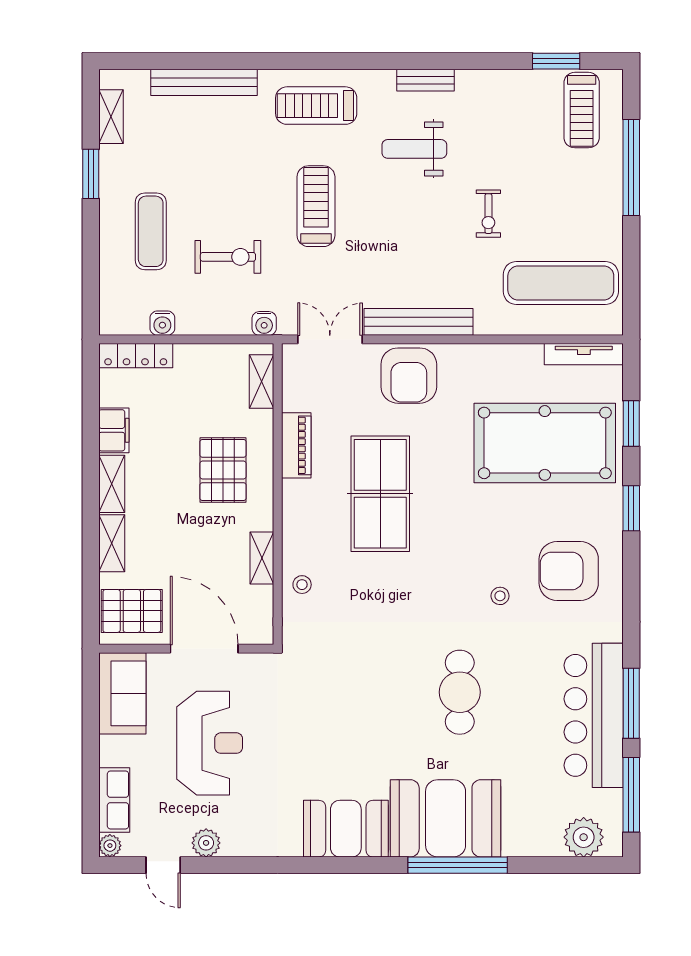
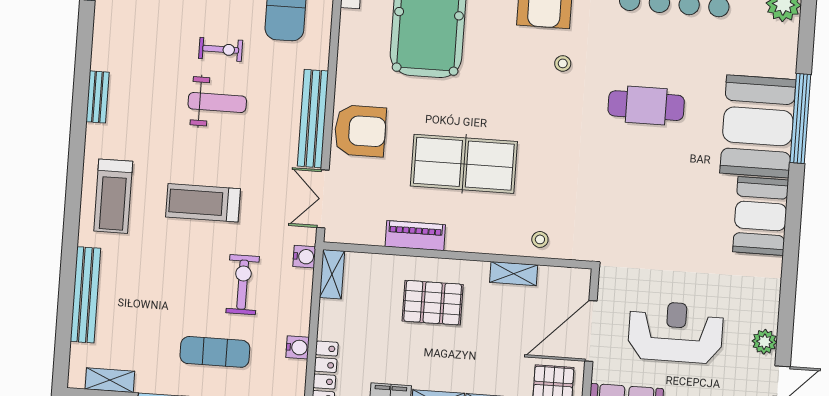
weight bench: (414, 149) -> (217, 103), moved, turned -90
shelving: (261, 381) -> (332, 274), moved, turned 90

